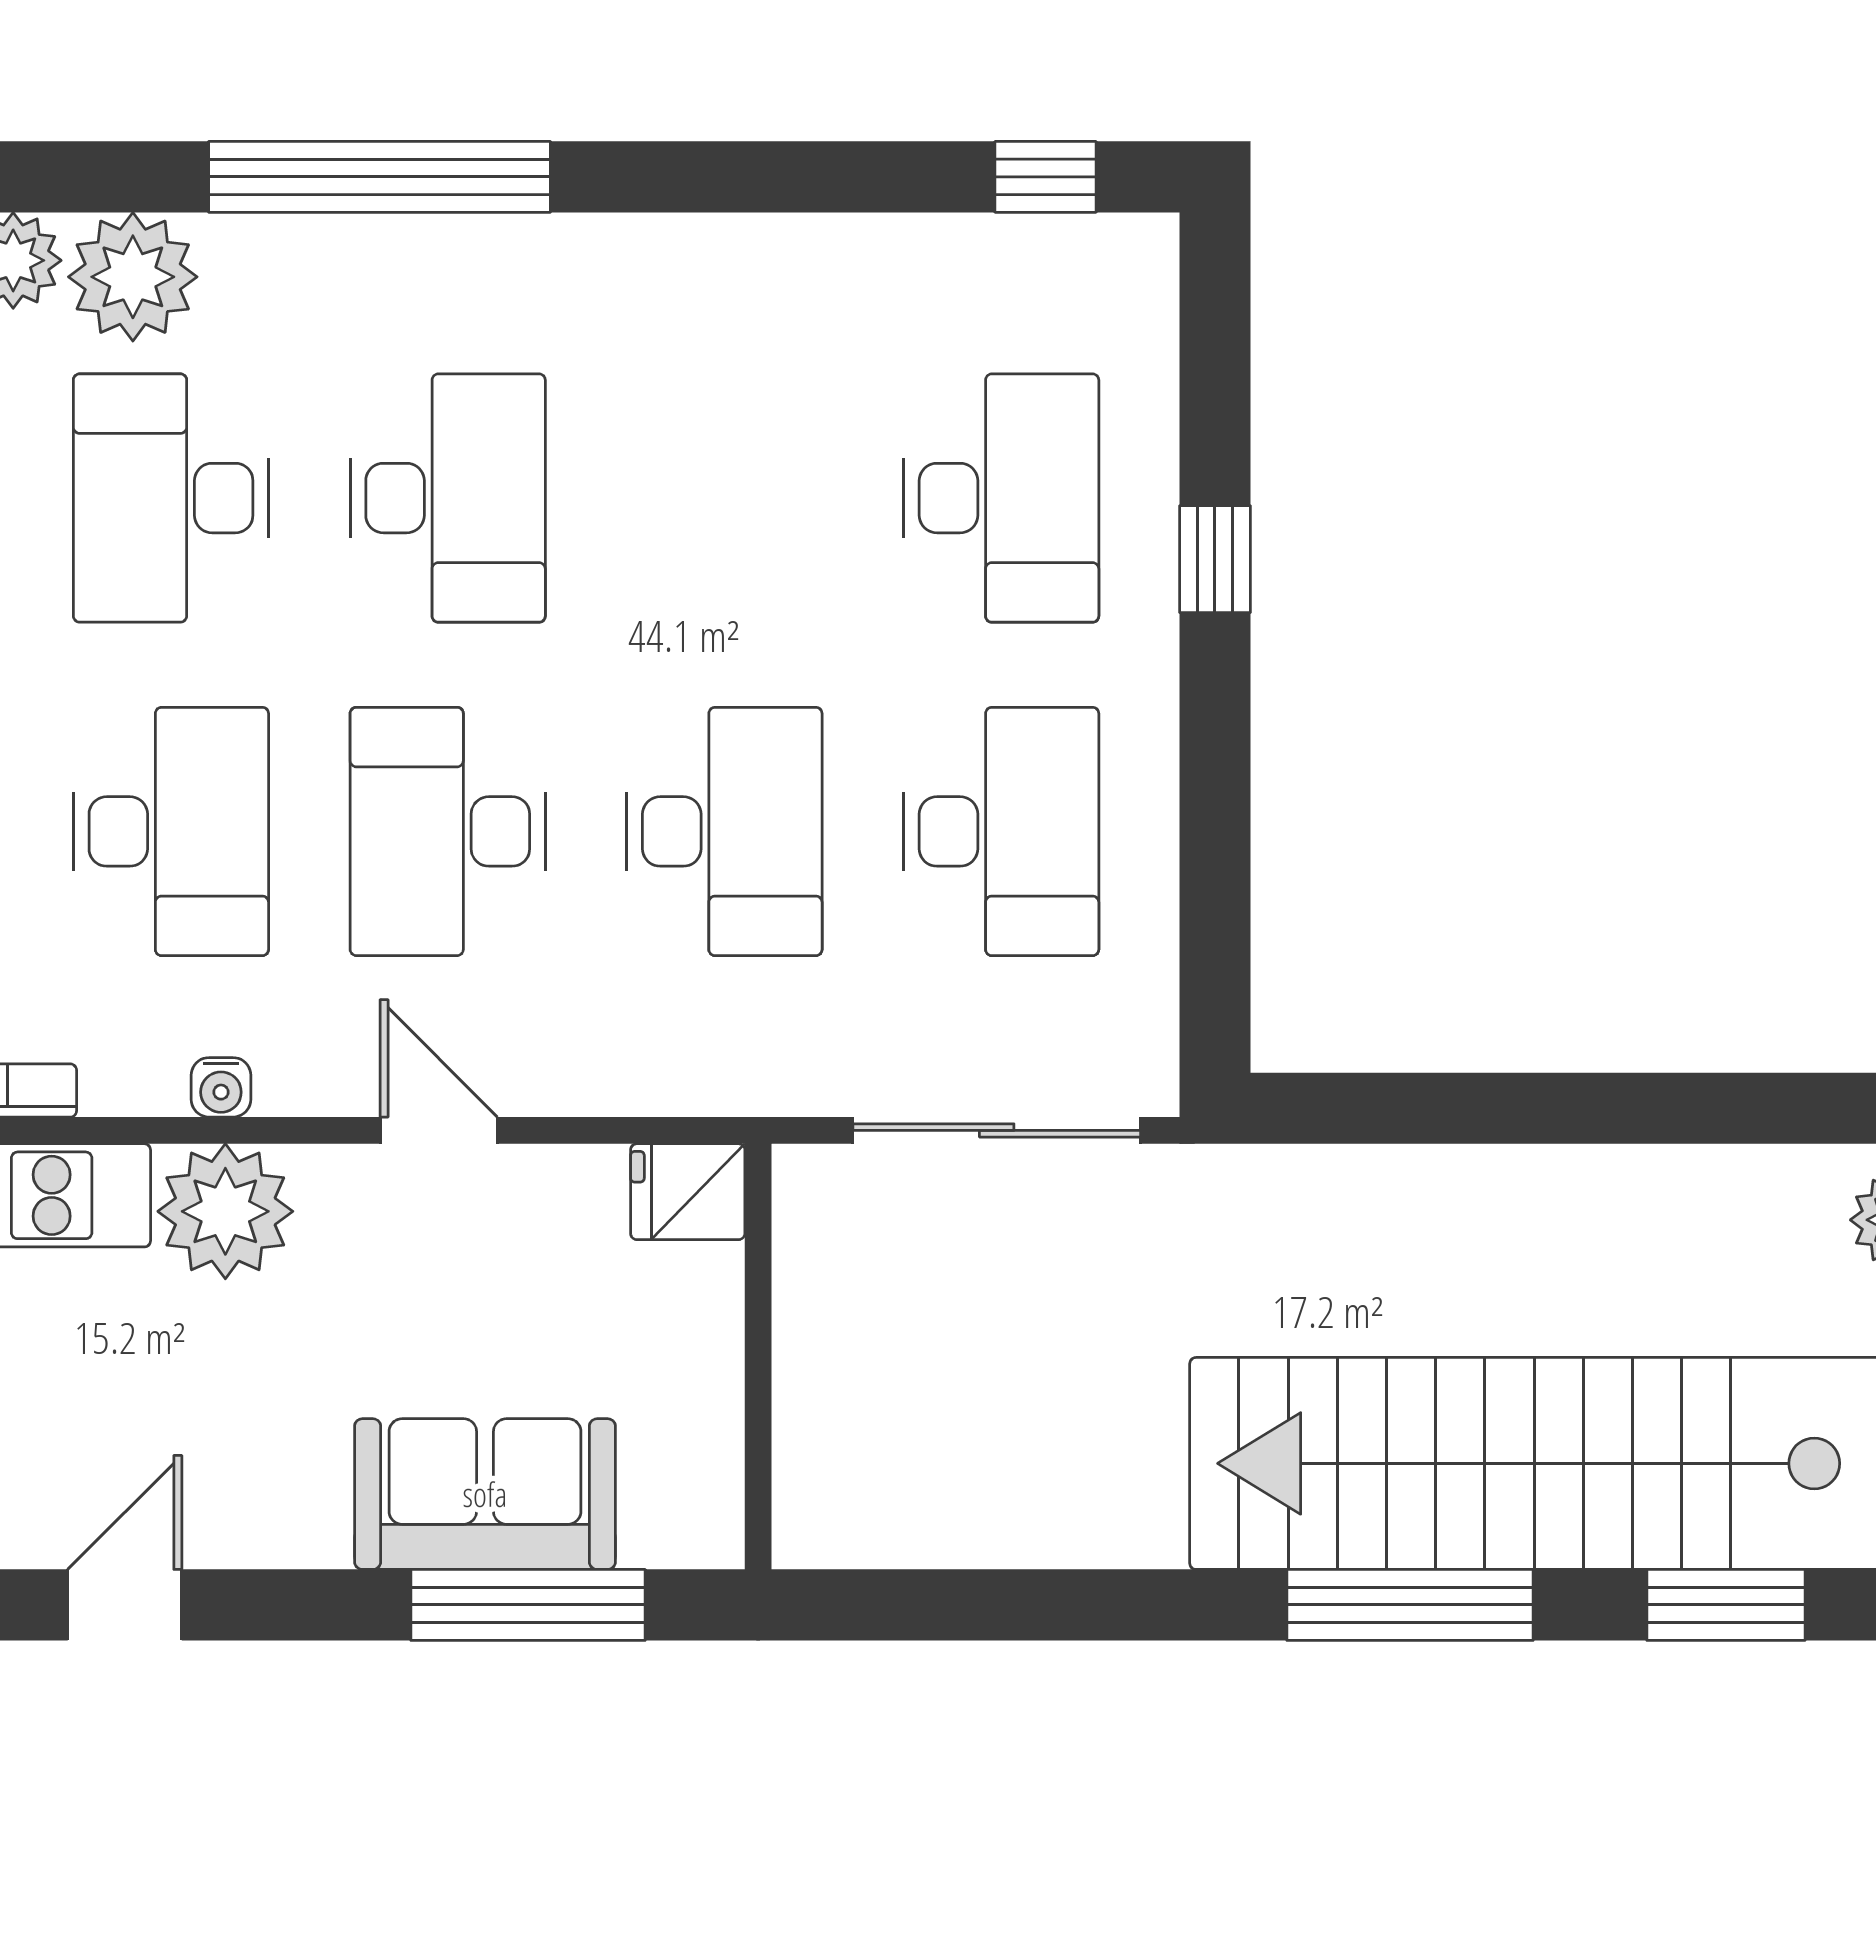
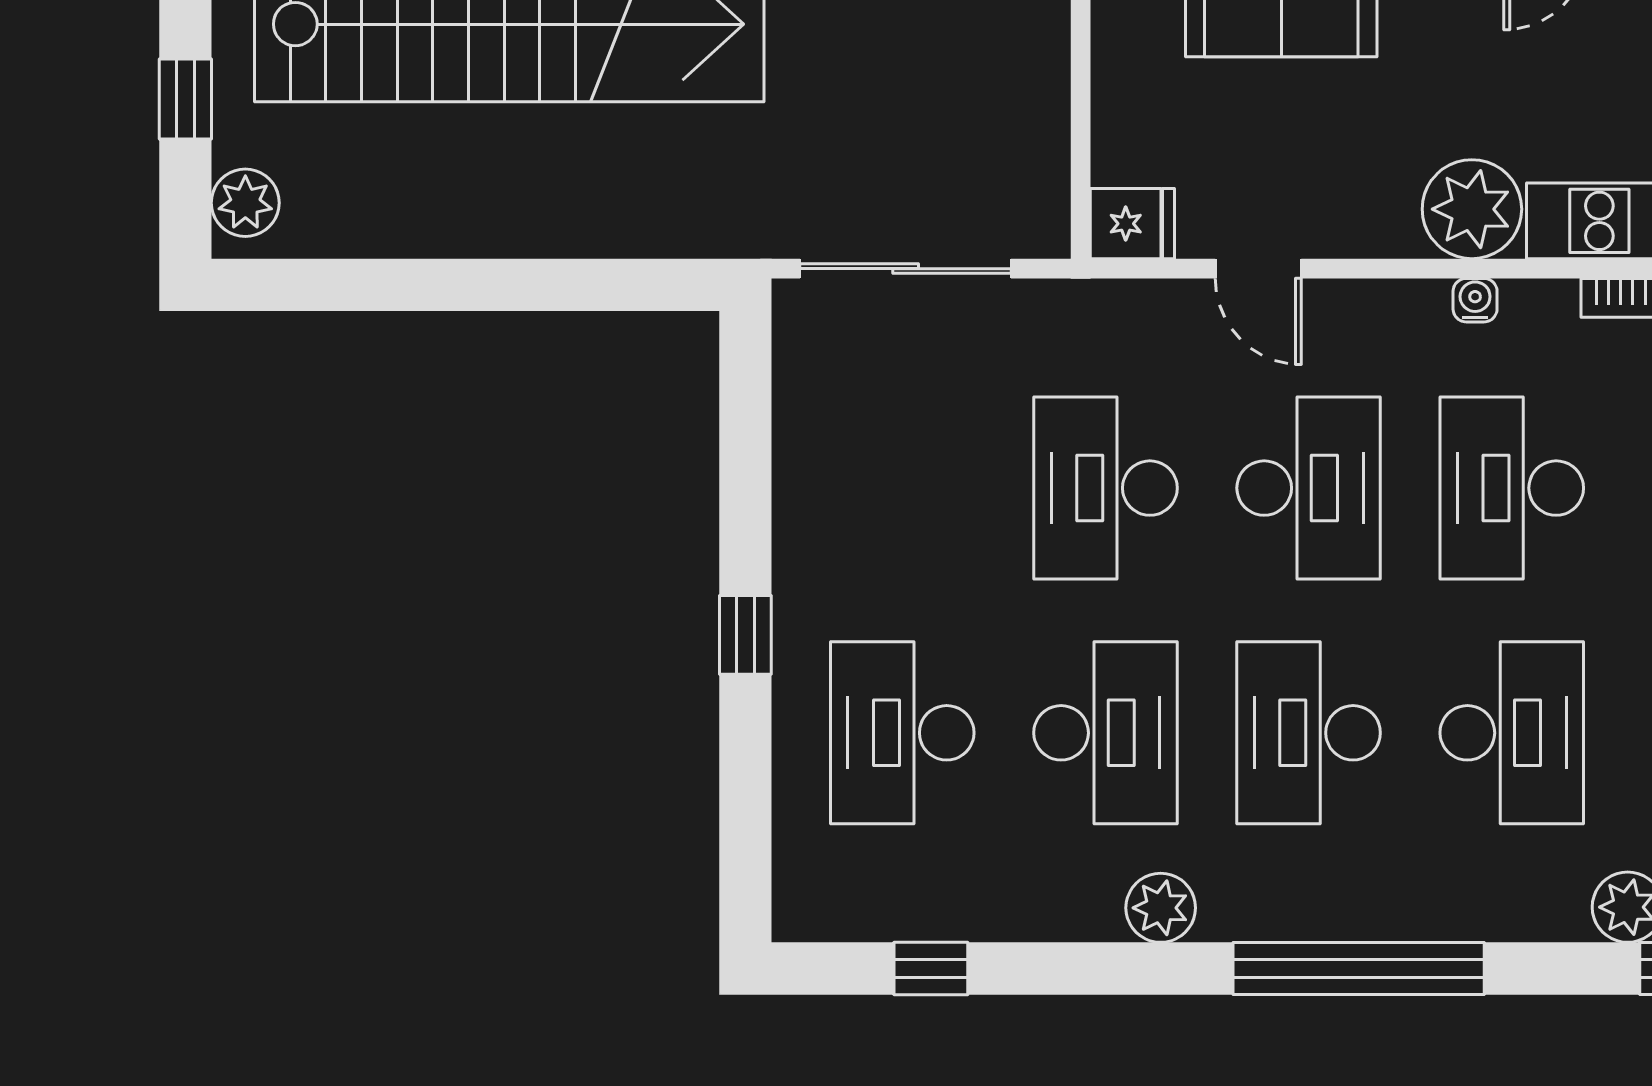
window: (1046, 177) -> (931, 969), moved
plant: (133, 277) -> (1161, 908), moved, width x0.73, depth x0.73
window: (1215, 559) -> (745, 635), moved
desk: (1001, 831) -> (1105, 733), moved, turned 180
door: (439, 1130) -> (1258, 269), moved

